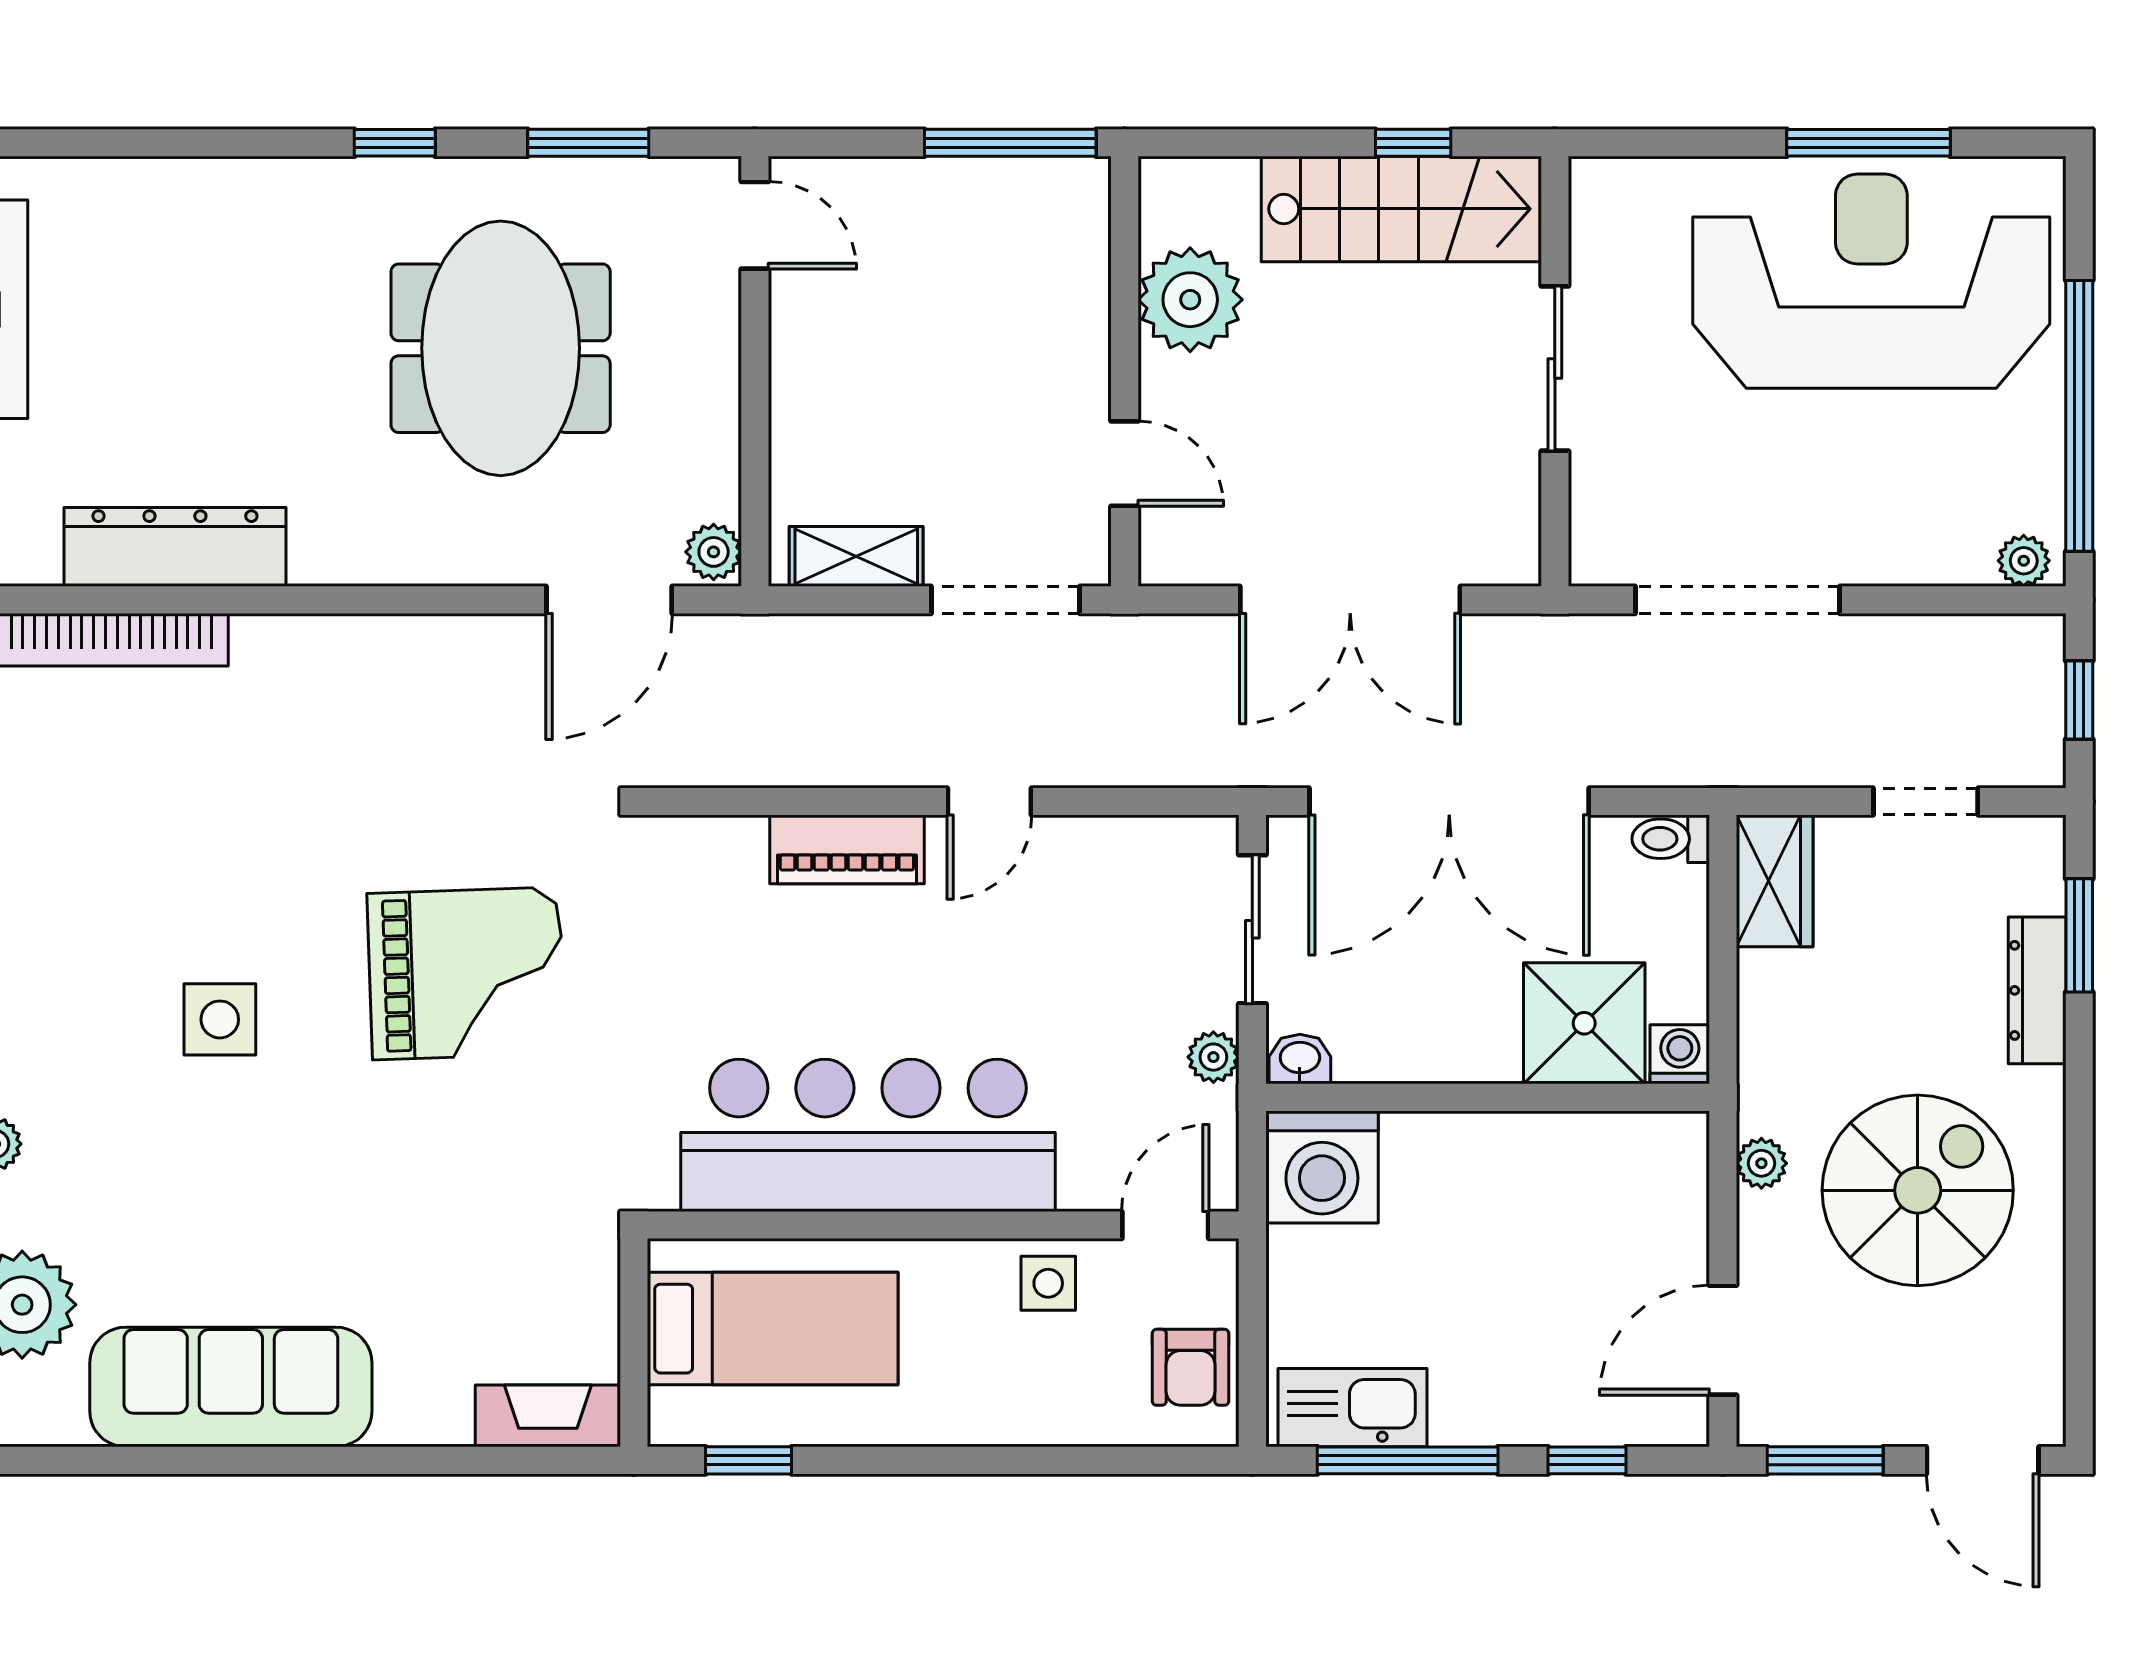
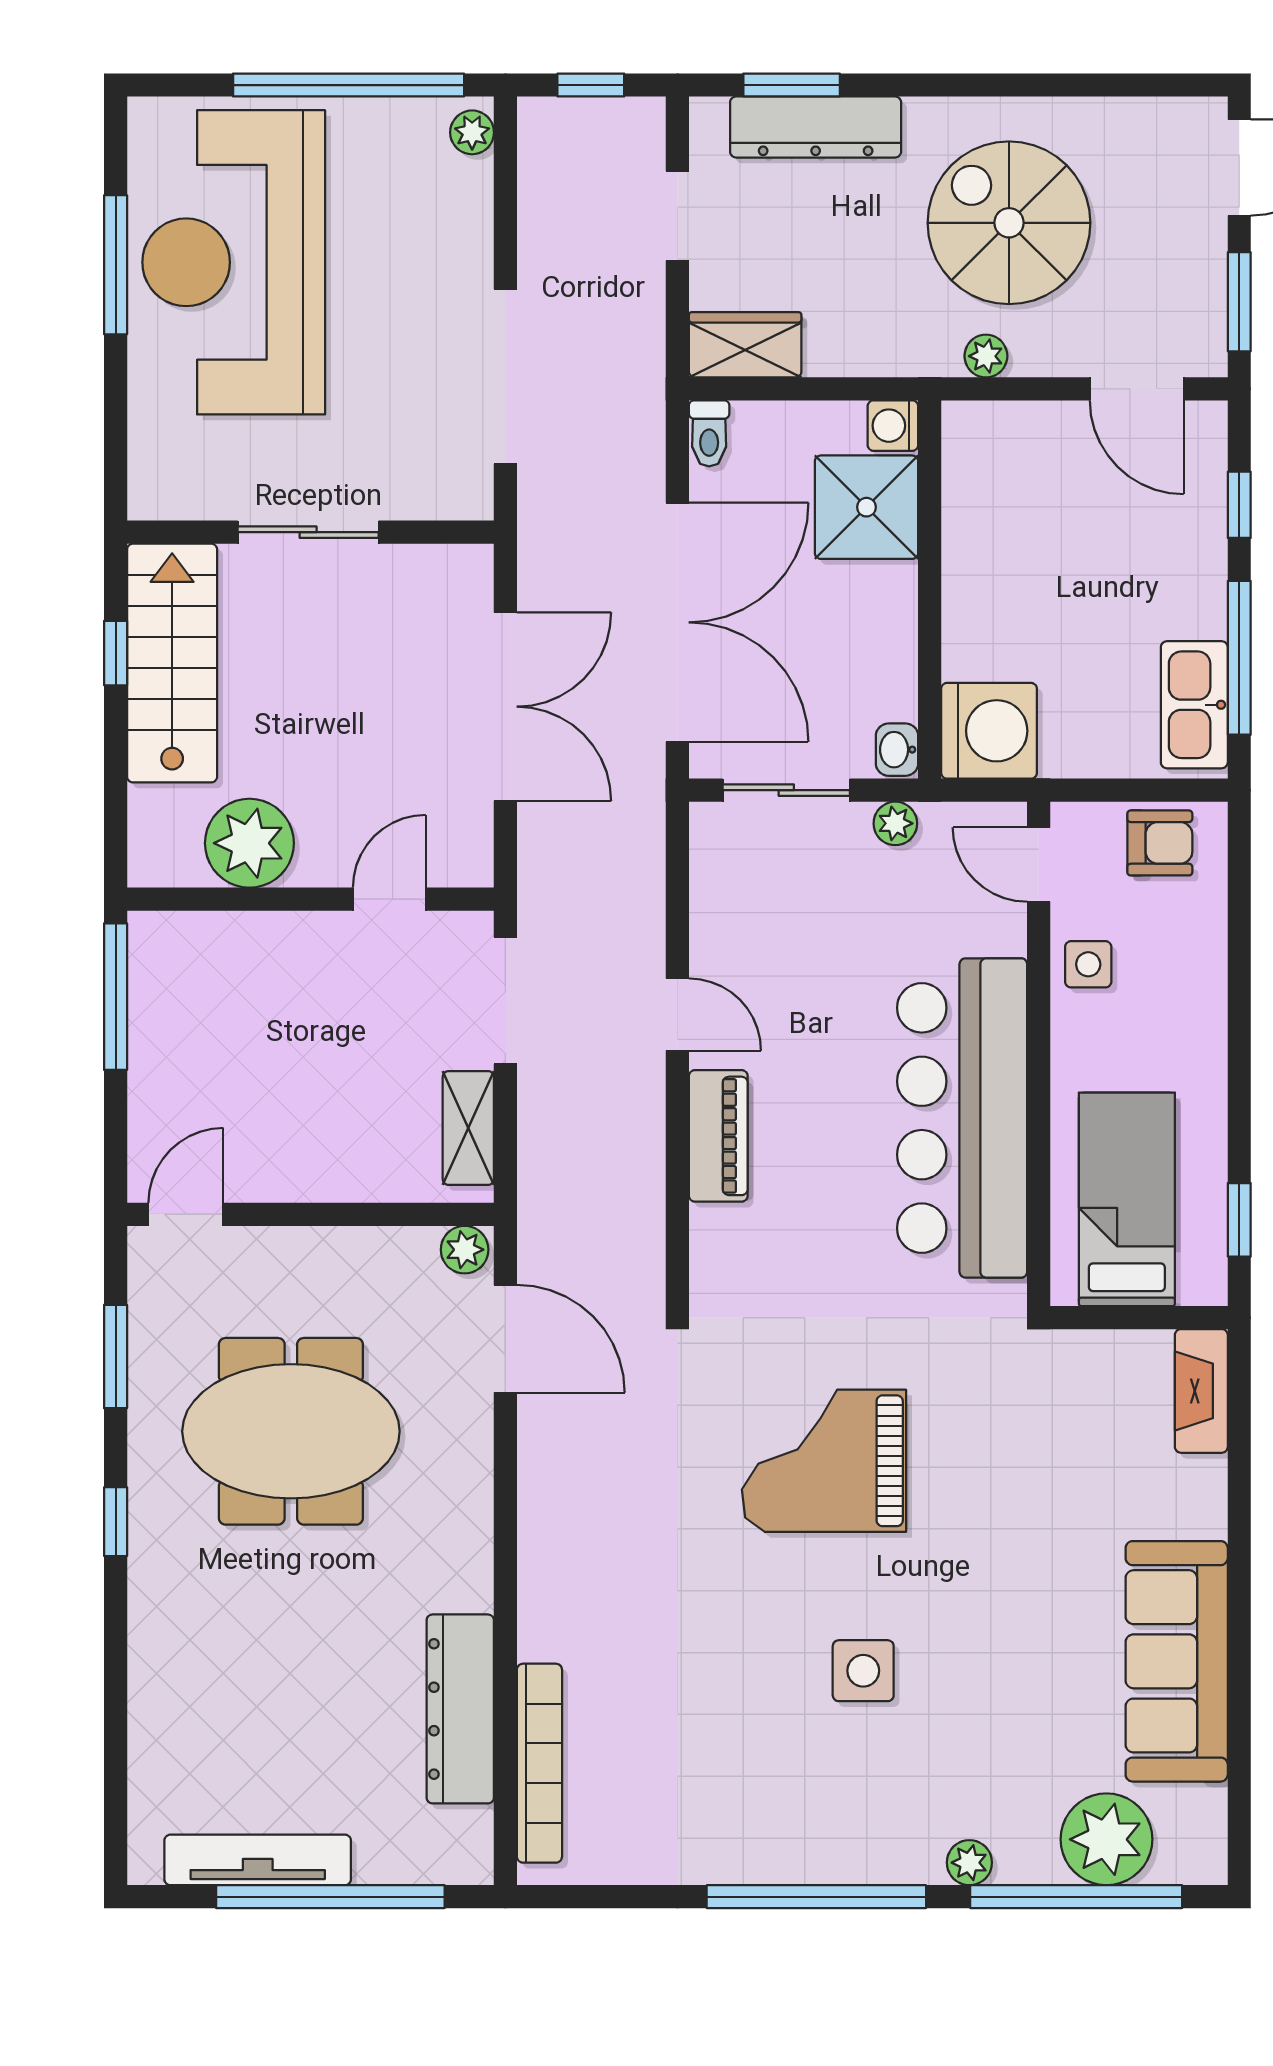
grand piano: (466, 973) -> (824, 1461), turned -88
dresser: (2037, 990) -> (816, 127), width x1.37, depth x1.24

